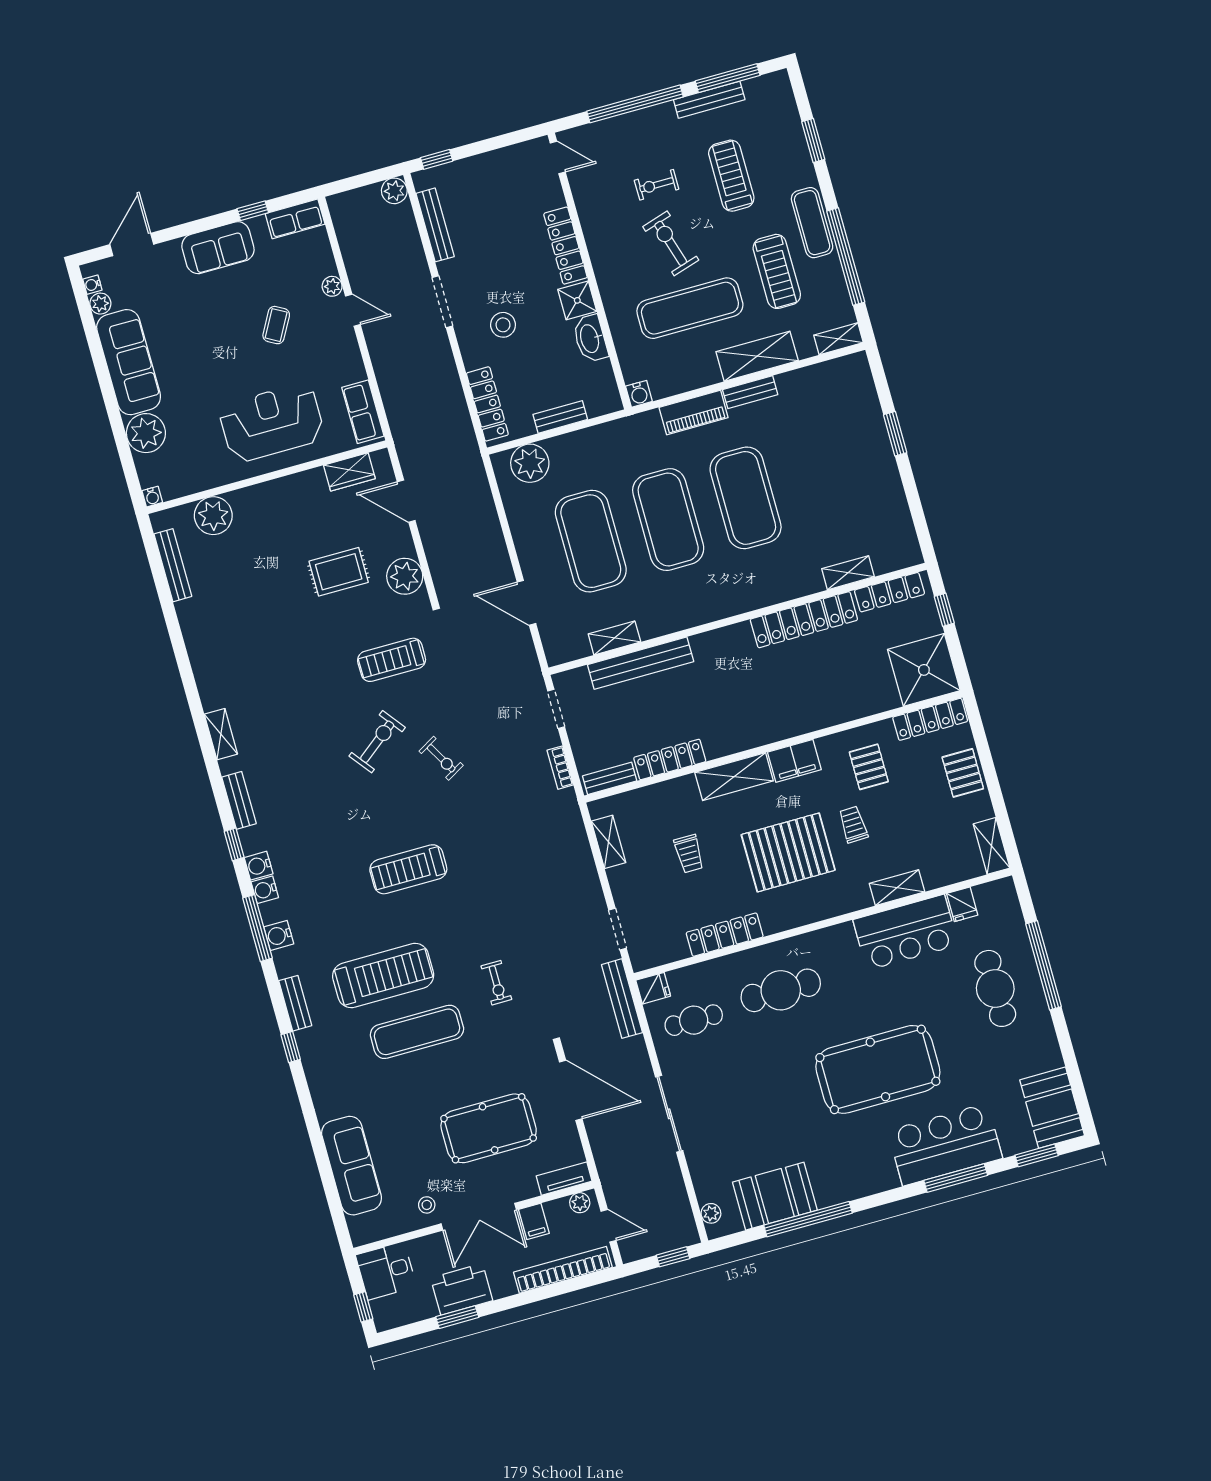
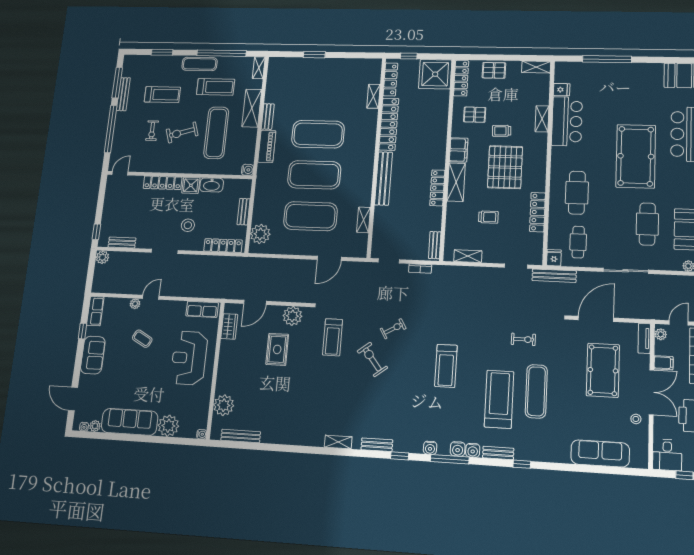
treadmill: (731, 176) -> (162, 95), turned 180
bench: (435, 225) -> (122, 242), width x0.73
bench: (641, 663) -> (384, 178), moved
locker: (670, 759) -> (437, 188), moved
water cooler: (259, 866) -> (473, 450), moved
cafe table: (995, 988) -> (647, 224), moved, turned 90

